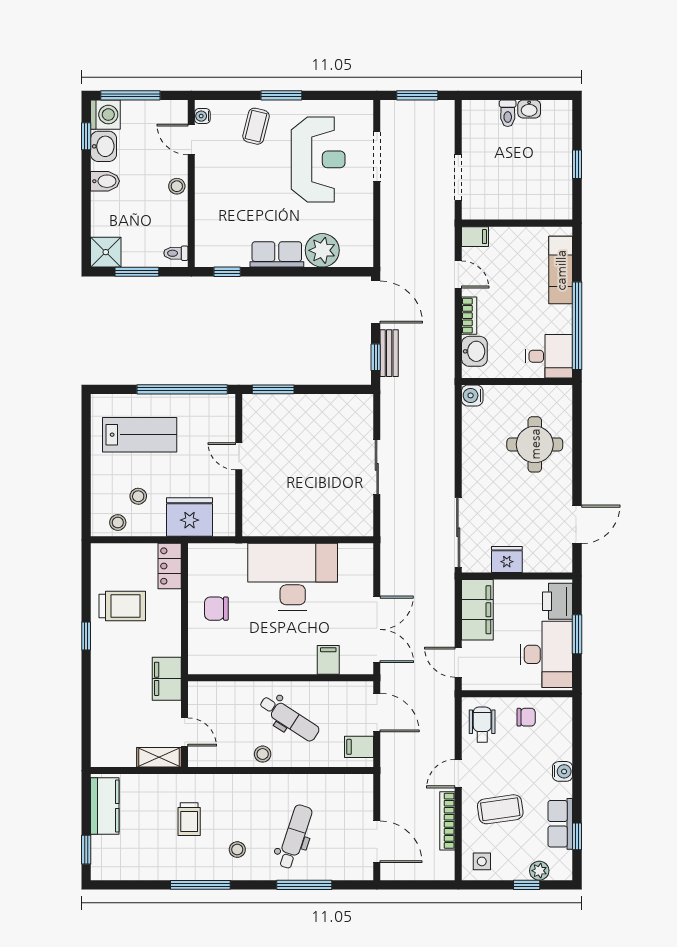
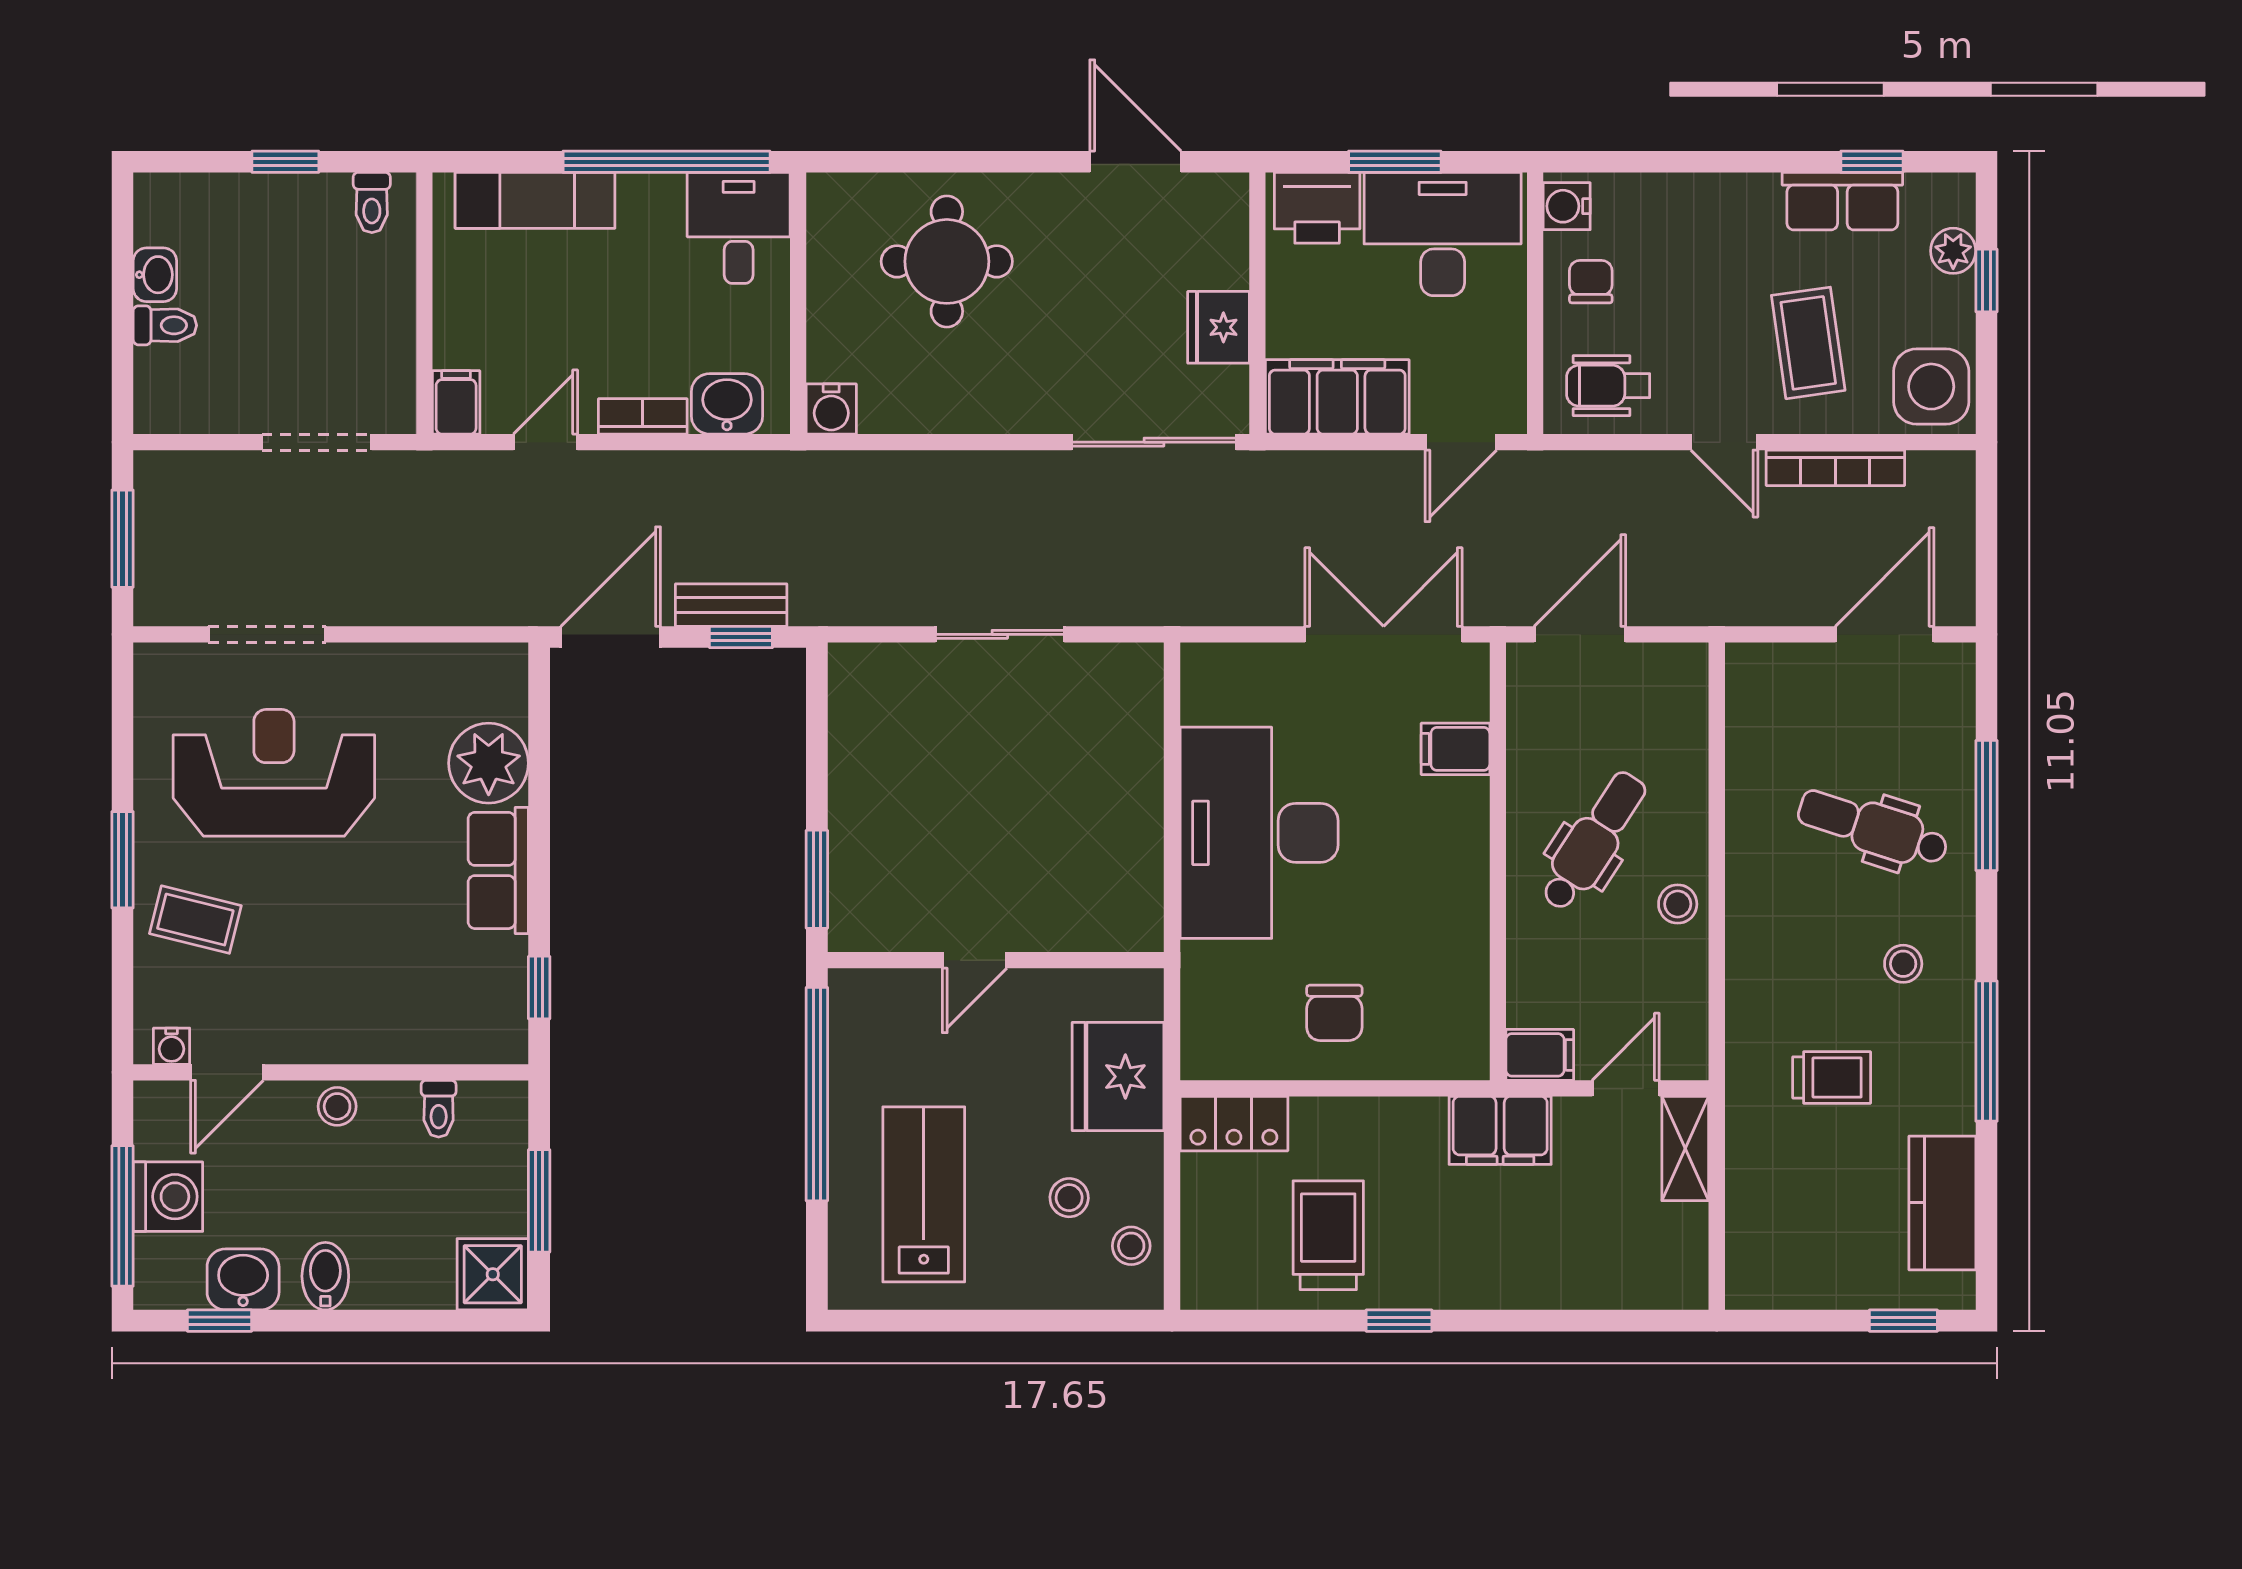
washing machine: (105, 115) -> (168, 1197), moved, turned 90
toilet: (560, 201) -> (372, 203), added
toilet: (176, 253) -> (439, 1109), moved
filing cabinet: (359, 747) -> (1540, 1055), moved, turned -90
water cooler: (563, 771) -> (1567, 206), moved, turned -90
kitchen counter: (105, 806) -> (1942, 1203), moved, turned -90
side table: (482, 861) -> (1931, 387), width x1.87, depth x1.87

